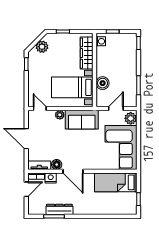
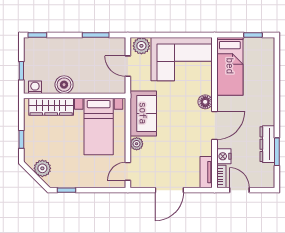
boiler: (103, 83) -> (64, 85), moved
floor lamp: (57, 165) -> (205, 102), moved

